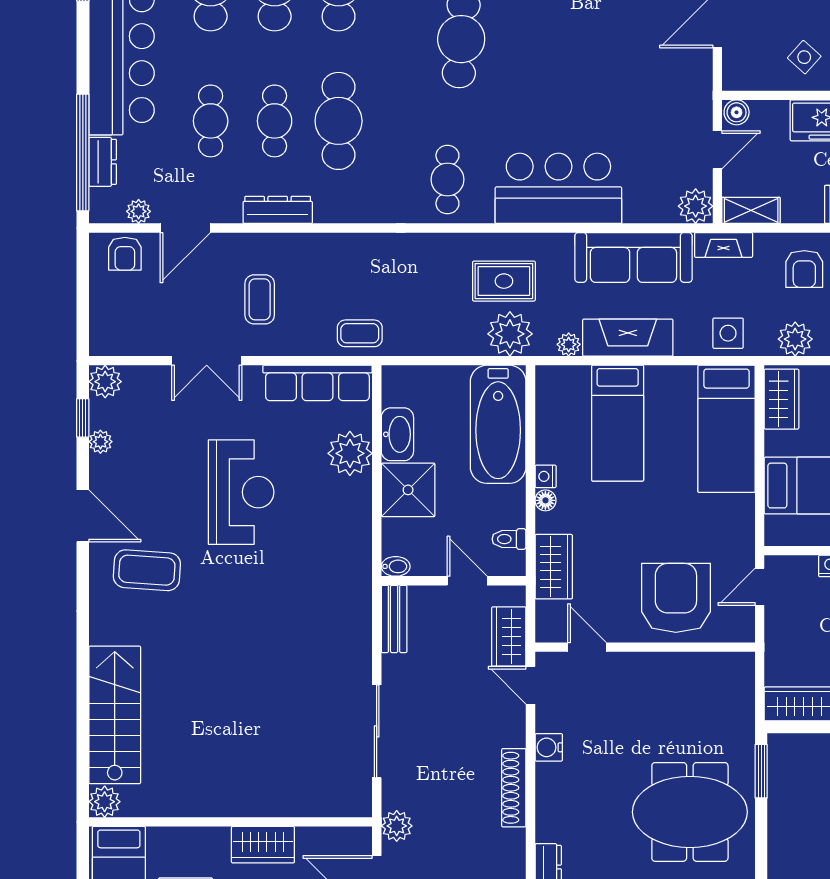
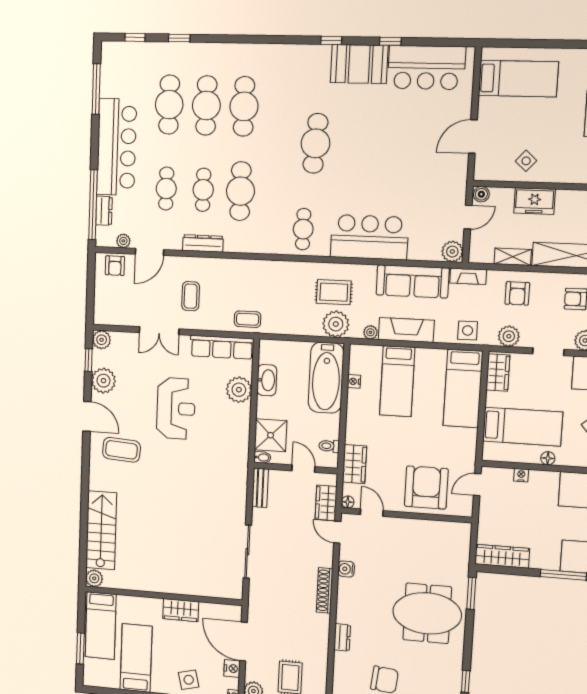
shelving: (751, 210) -> (513, 257), moved
plant: (100, 442) -> (103, 381), width x1.88, depth x1.88
nightstand: (546, 476) -> (354, 381), moved
shower: (408, 490) -> (271, 435), moved
floor lamp: (545, 500) -> (348, 502), moved
plant: (397, 826) -> (256, 606), removed

